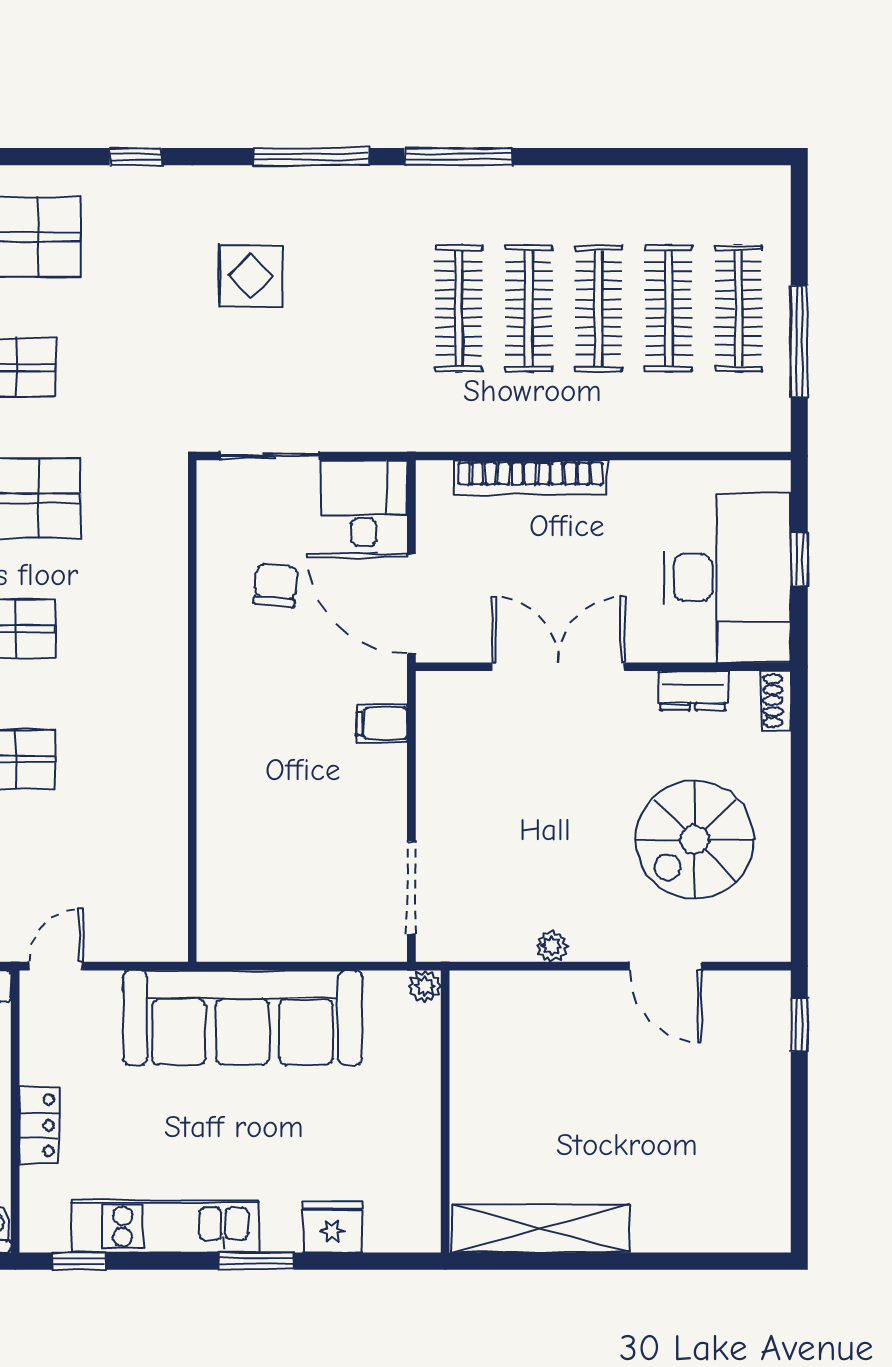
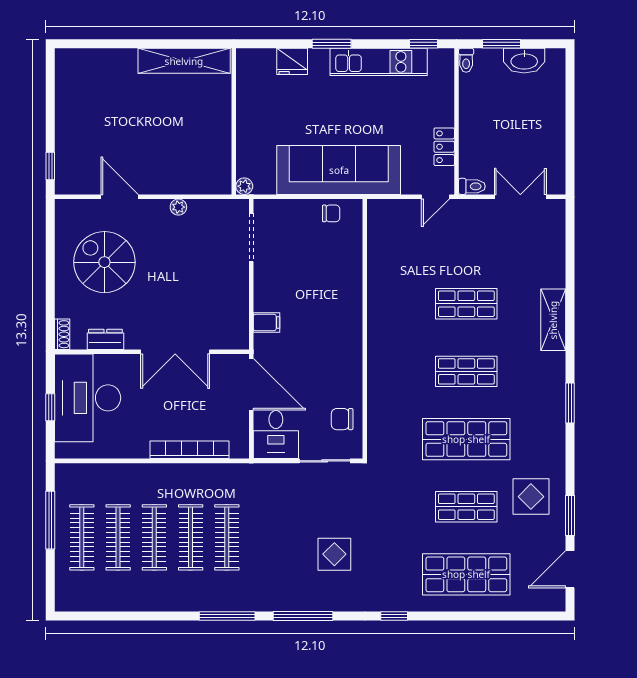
chair: (276, 585) -> (342, 419), moved, turned 84
spiral stairs: (695, 840) -> (104, 262), turned -90
chair: (257, 934) -> (331, 213), added
locker: (39, 1125) -> (444, 147), moved

